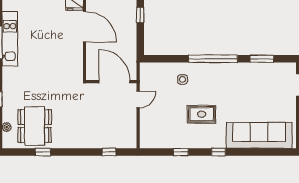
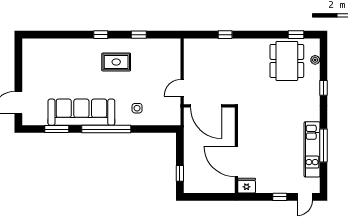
rug: (202, 114) -> (116, 62), moved
sofa: (259, 135) -> (81, 112), moved, turned 180
window: (43, 152) -> (296, 35), moved
window: (109, 152) -> (225, 35), moved

